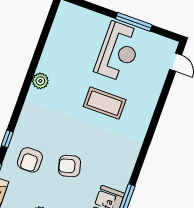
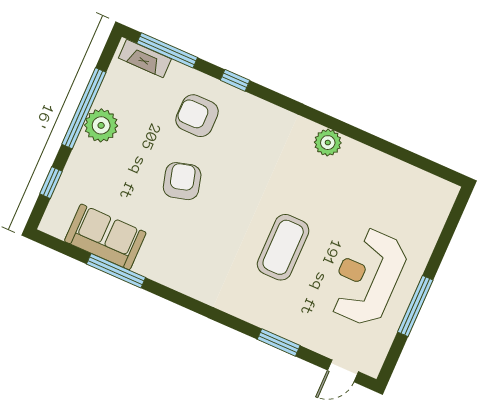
reception desk: (119, 52) -> (367, 277), turned 90
window: (161, 102) -> (279, 342), added

